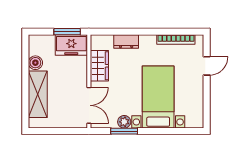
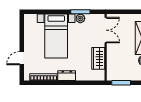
dresser: (126, 41) -> (67, 76), moved
freezer: (71, 45) -> (118, 73), removed
double door: (89, 105) -> (106, 30), swing flipped

